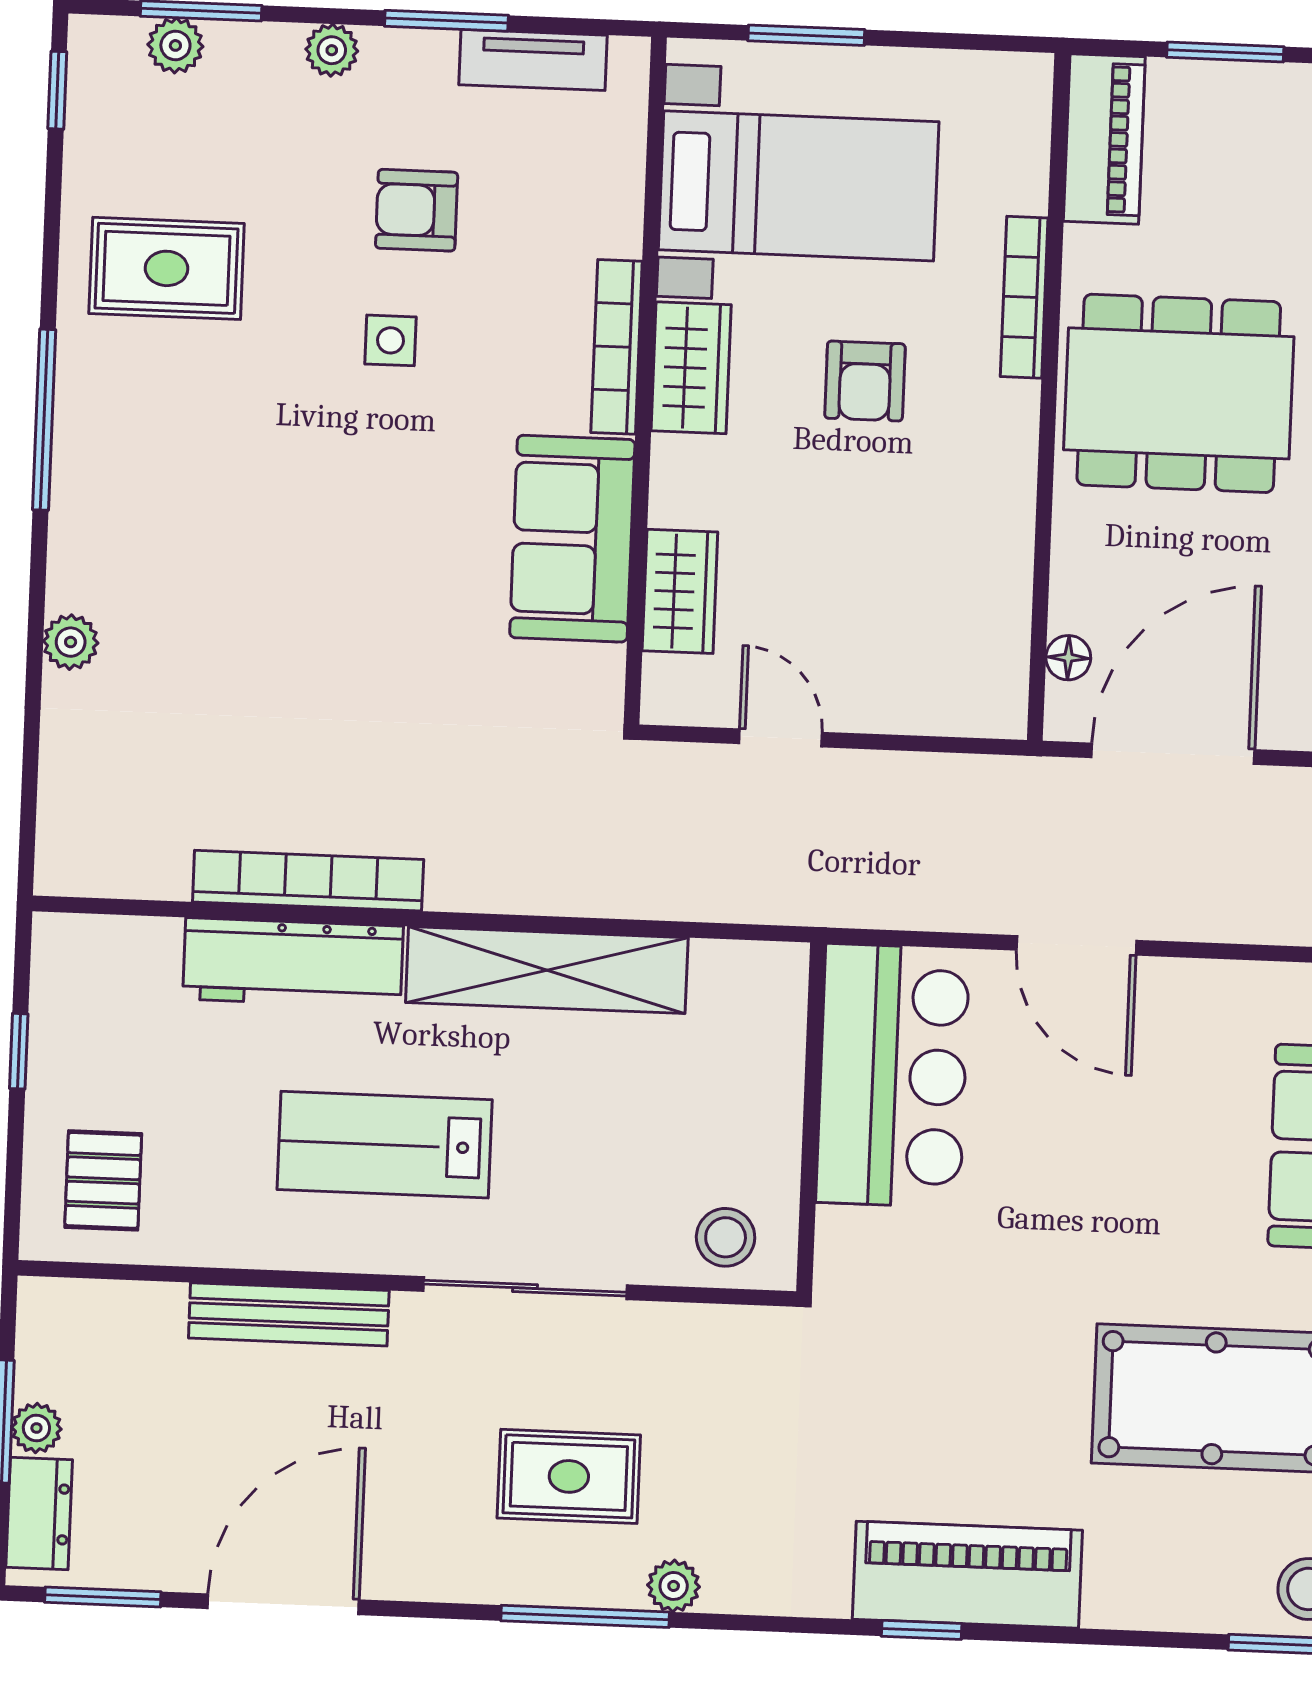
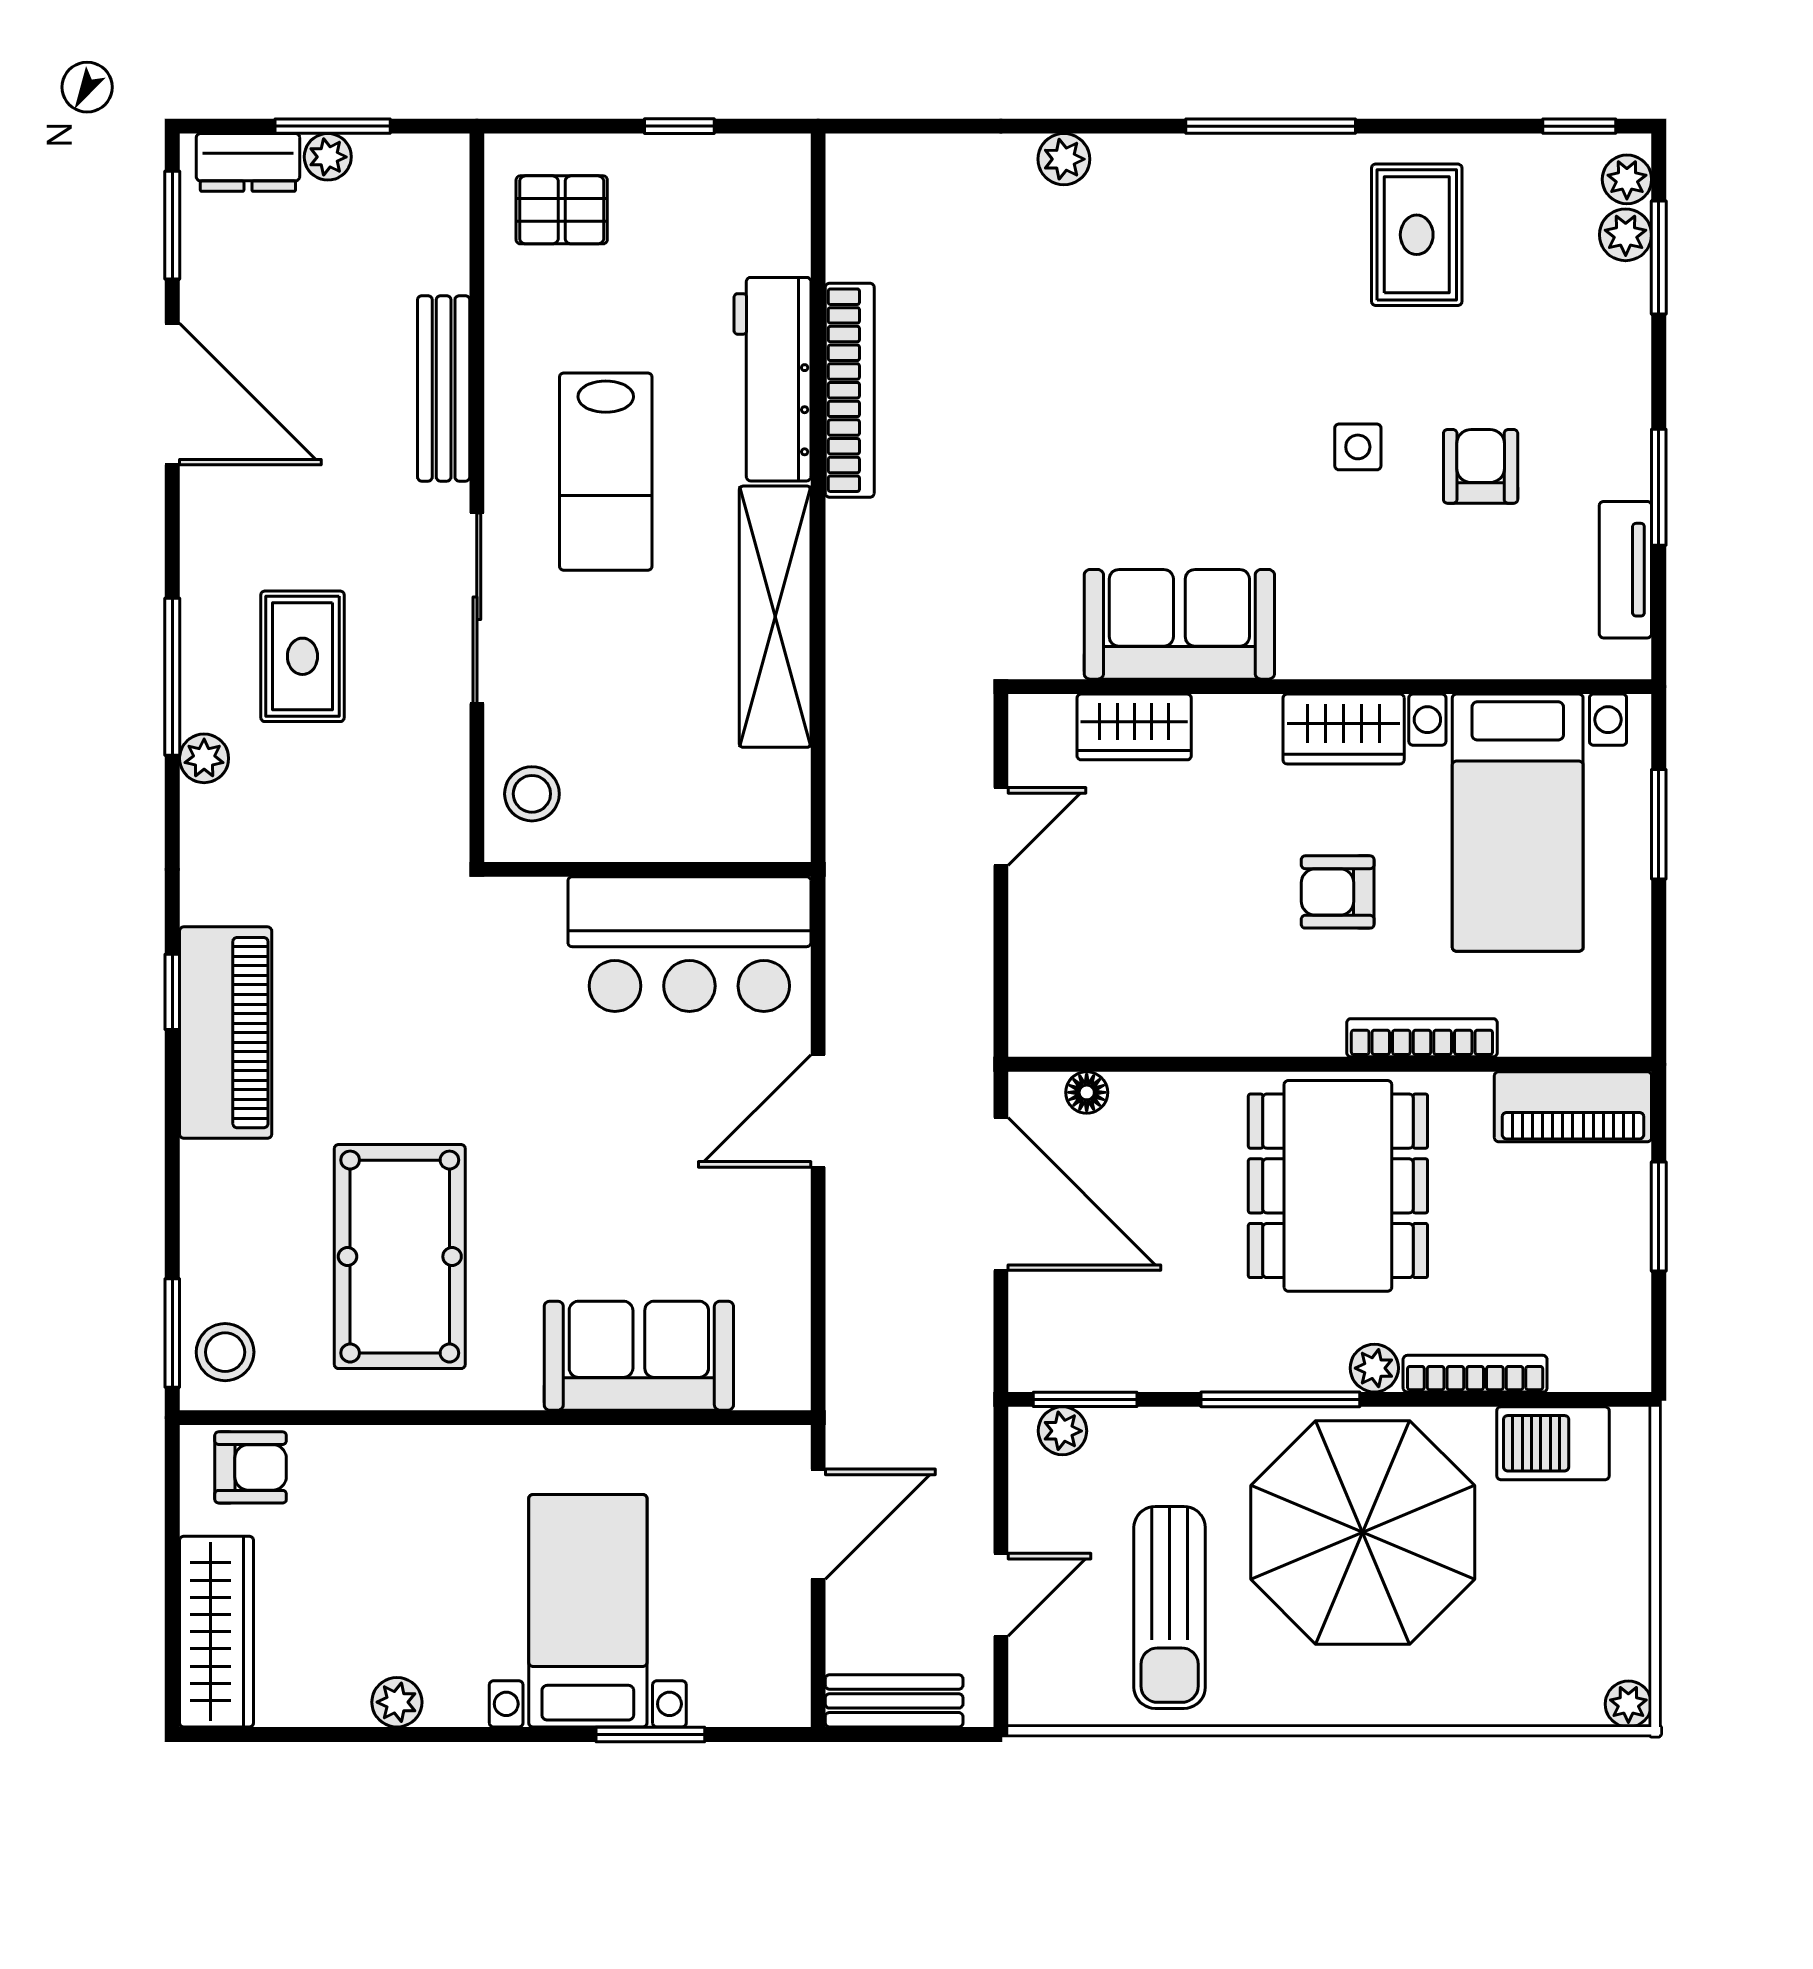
plant: (332, 50) -> (1627, 179), moved
bookcase: (617, 347) -> (1360, 659), removed
lab bench: (385, 1145) -> (606, 472), turned 180

